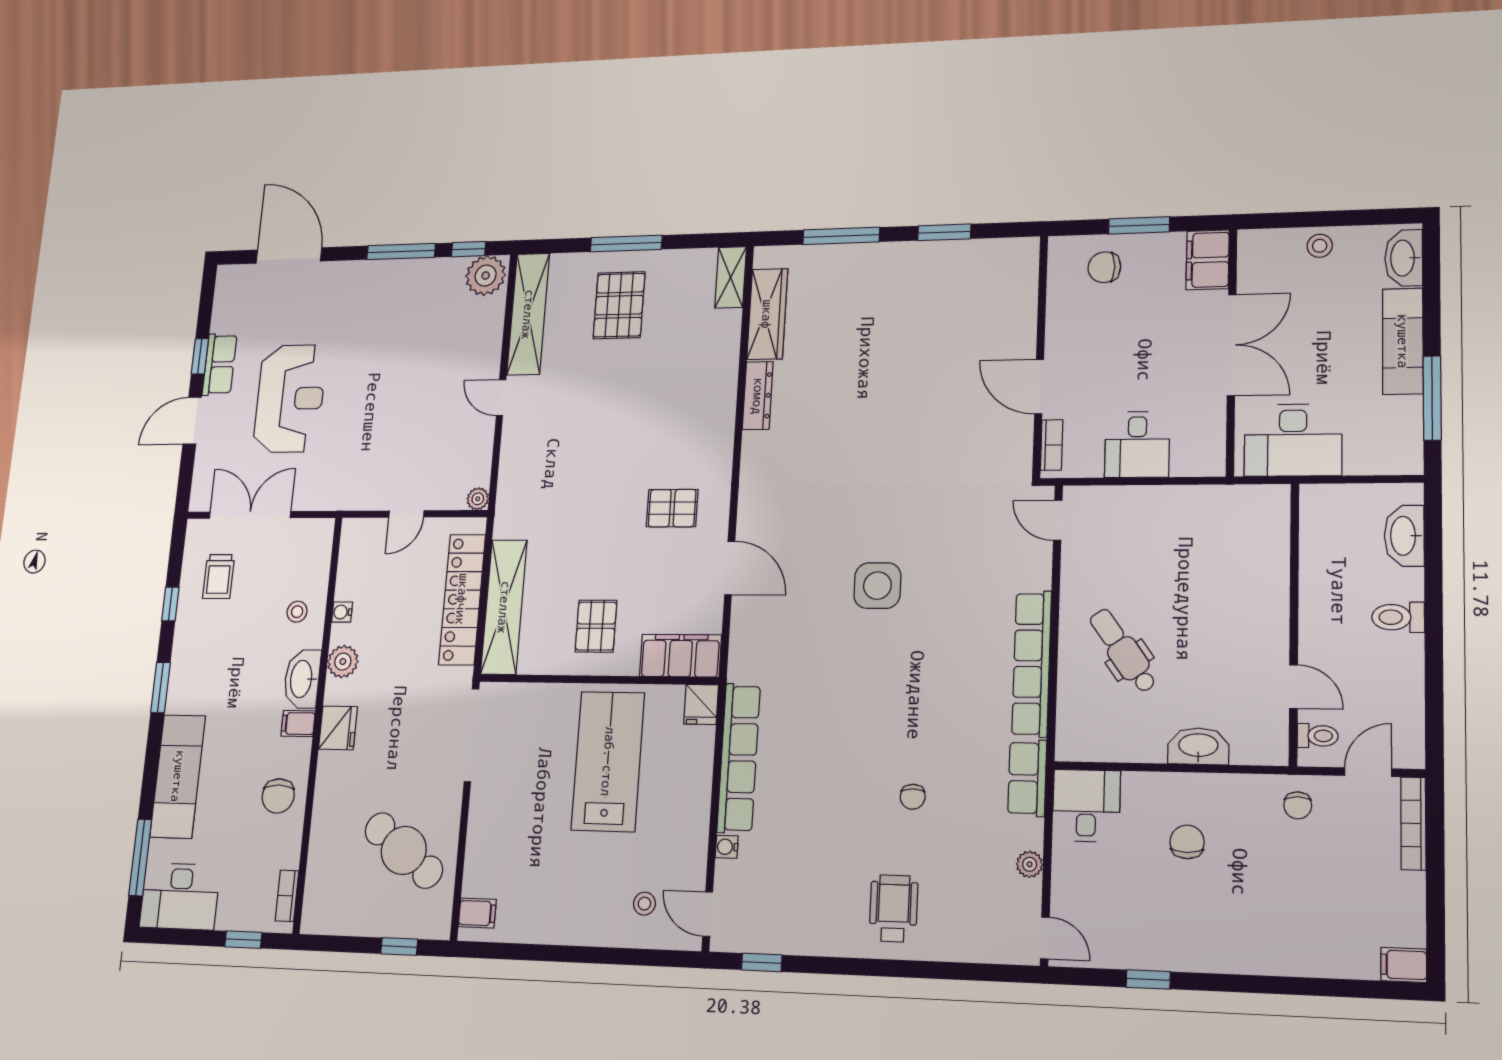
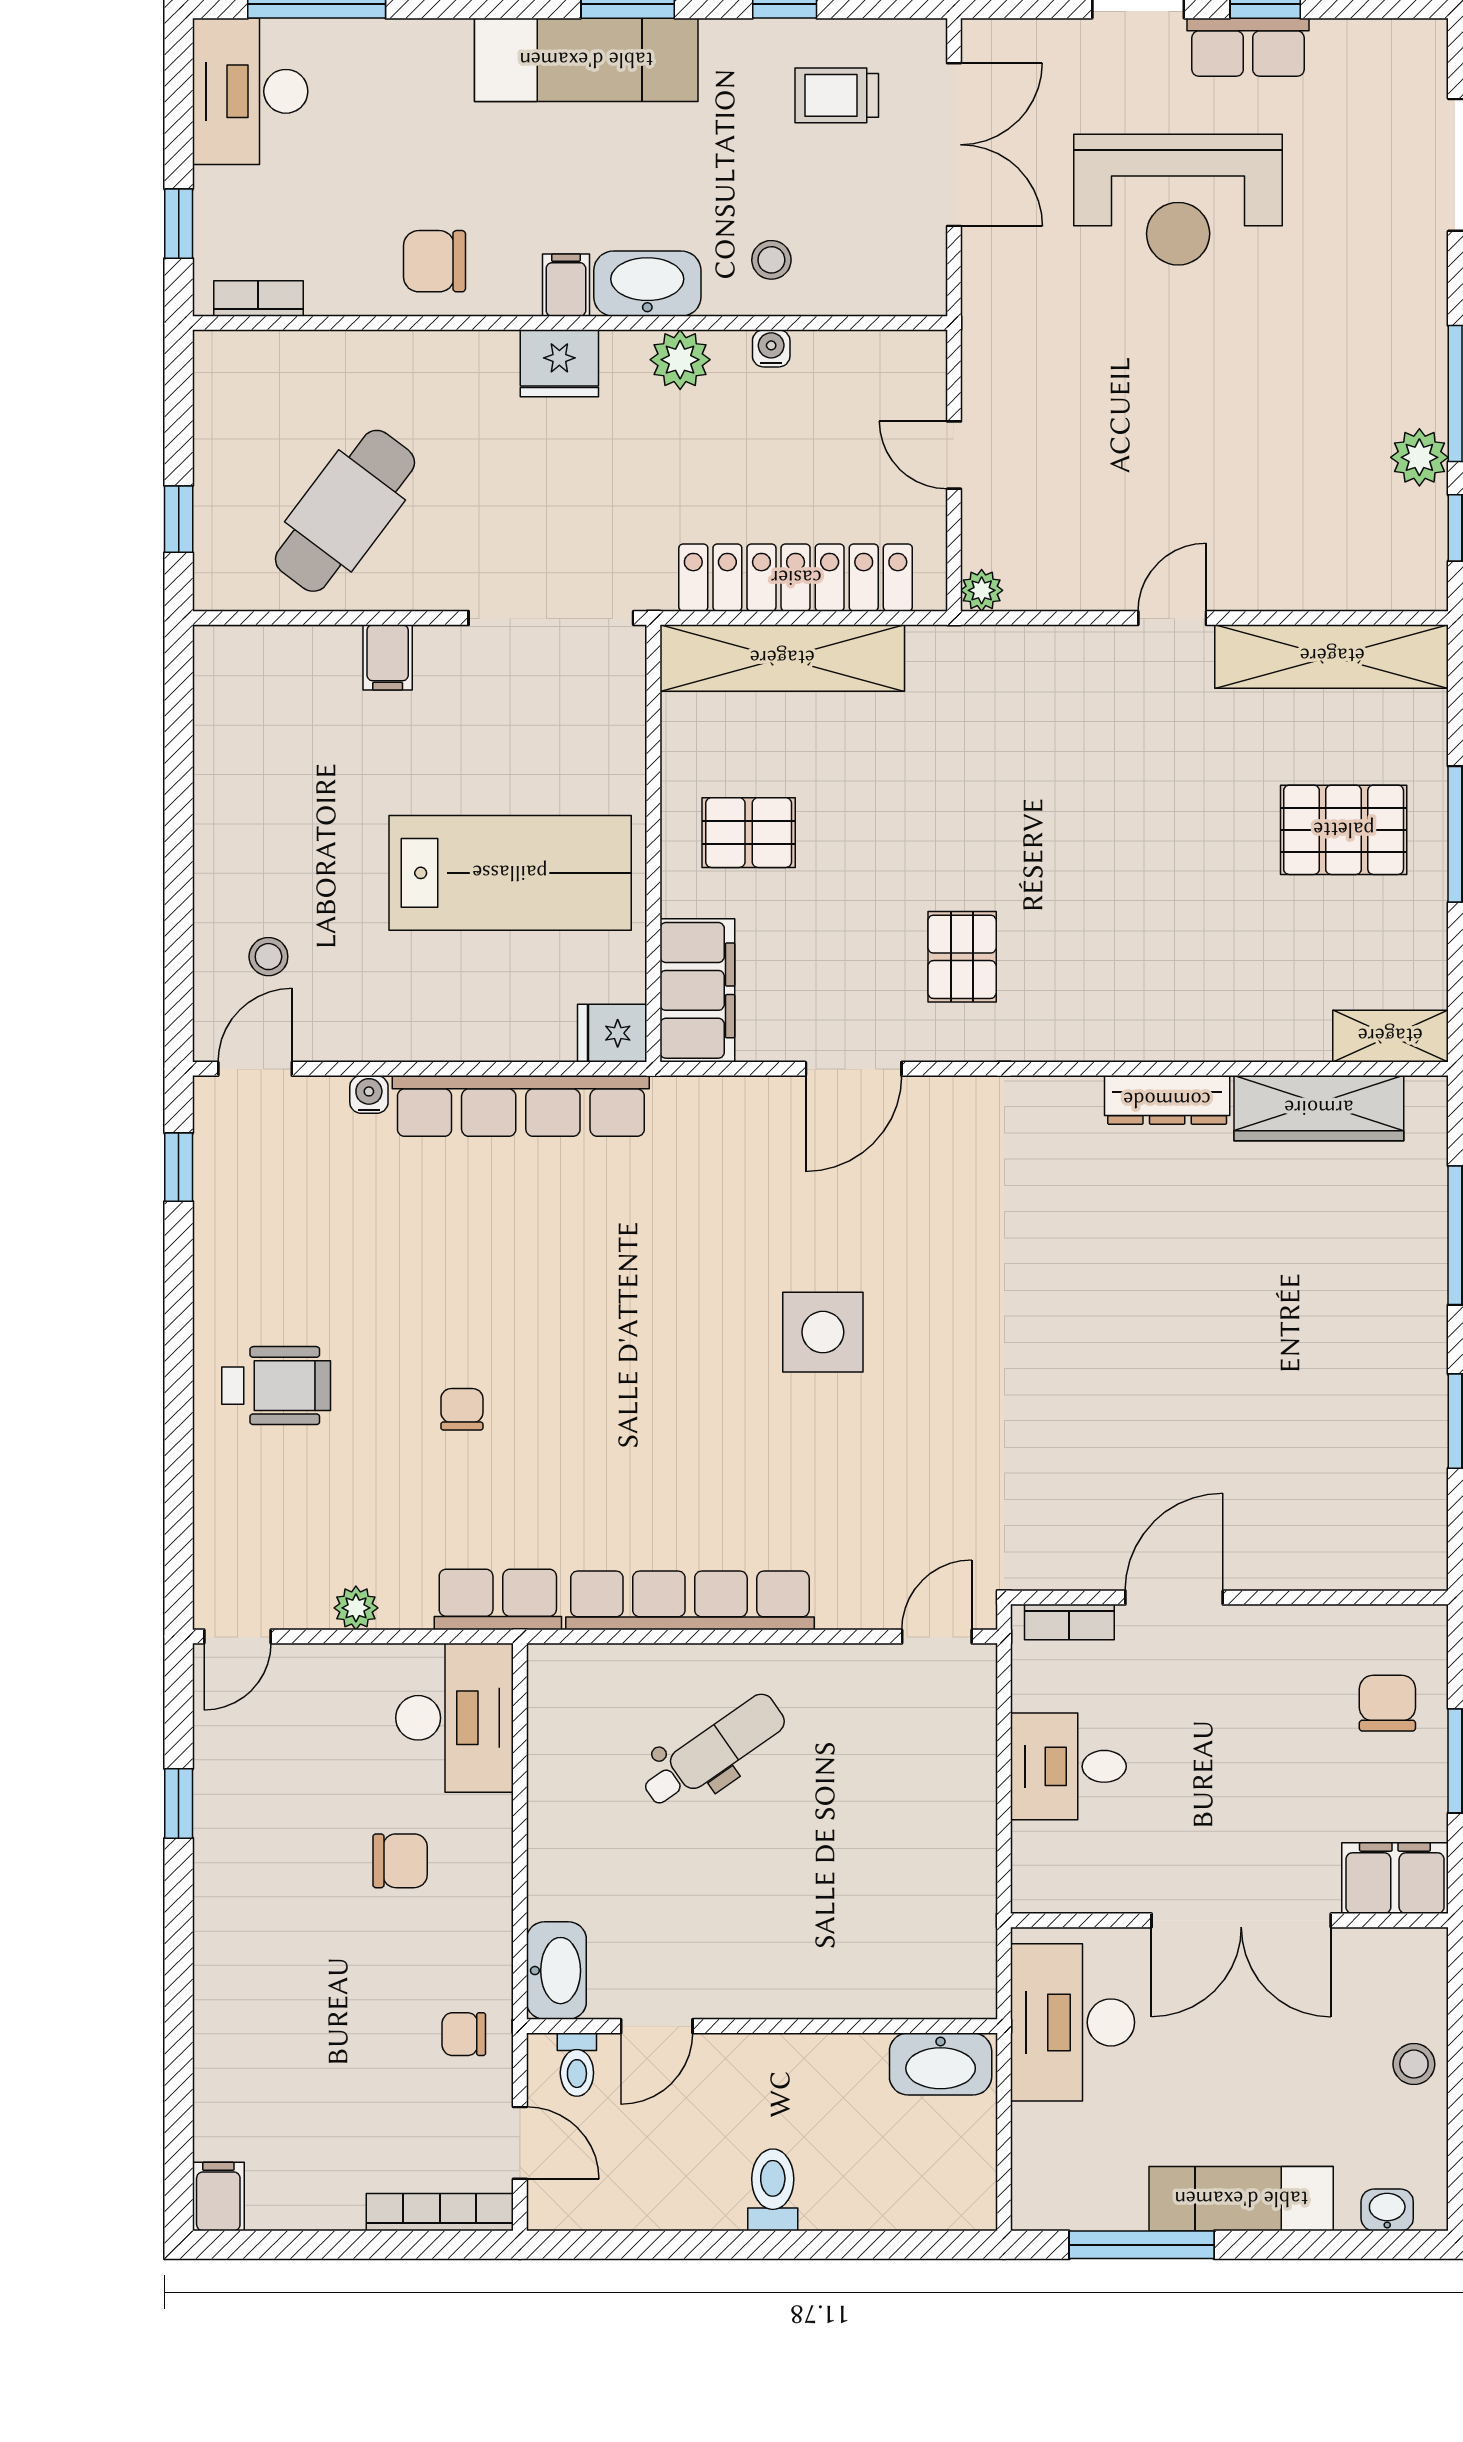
washbasin: (1404, 258) -> (1387, 2210), width x0.52, depth x0.69
plant: (486, 276) -> (1419, 457), moved, width x0.73, depth x0.73
washbasin: (1404, 536) -> (941, 2064), moved, turned 180
washbasin: (1198, 746) -> (556, 1971), moved
exam couch: (178, 776) -> (586, 60), moved
chair: (913, 797) -> (462, 1409), turned 90
desk: (1086, 806) -> (454, 1718), width x1.37
filing cabinet: (477, 913) -> (388, 657), moved

